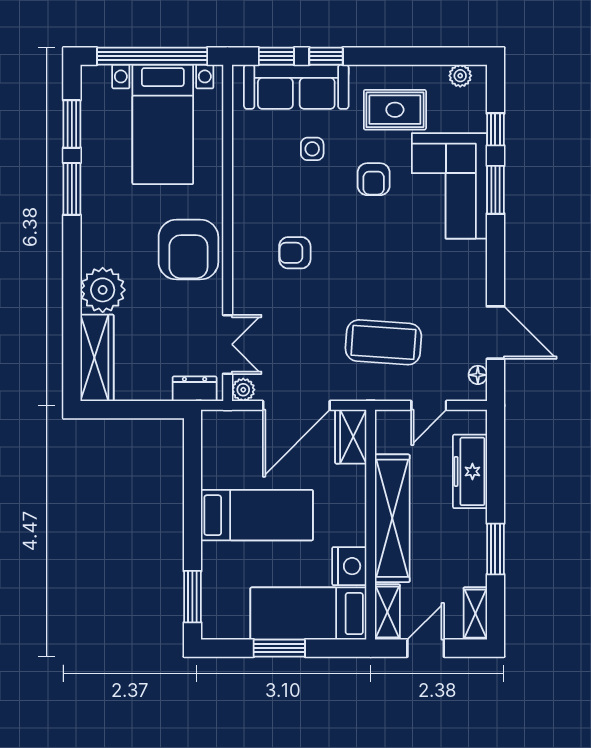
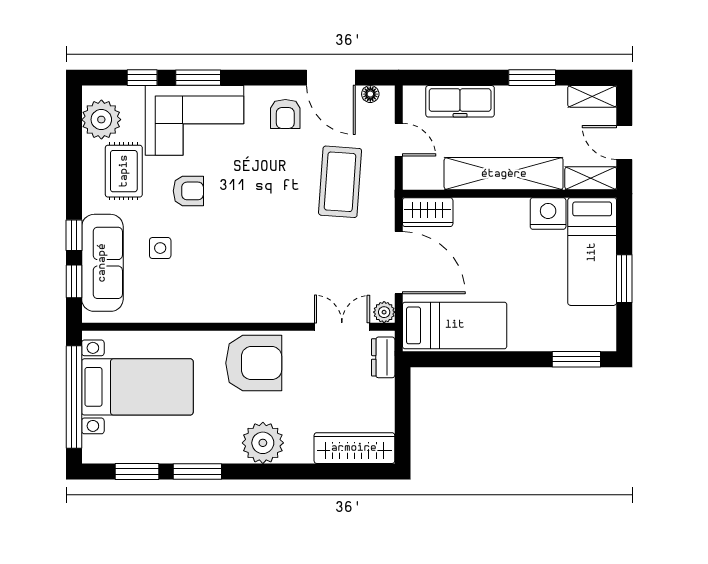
plant: (460, 76) -> (101, 120), width x1.88, depth x1.88
armchair: (295, 253) -> (285, 114), moved
plant: (103, 290) -> (263, 443), moved
door: (495, 333) -> (331, 78), swing flipped
bed: (257, 515) -> (455, 325), moved, turned 90

